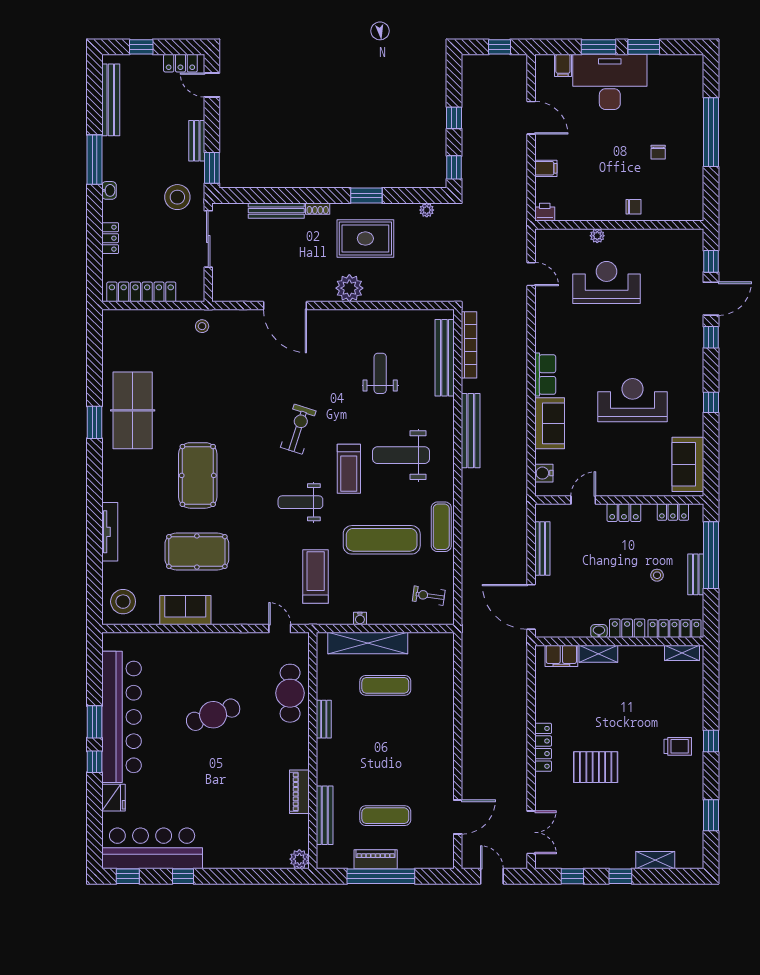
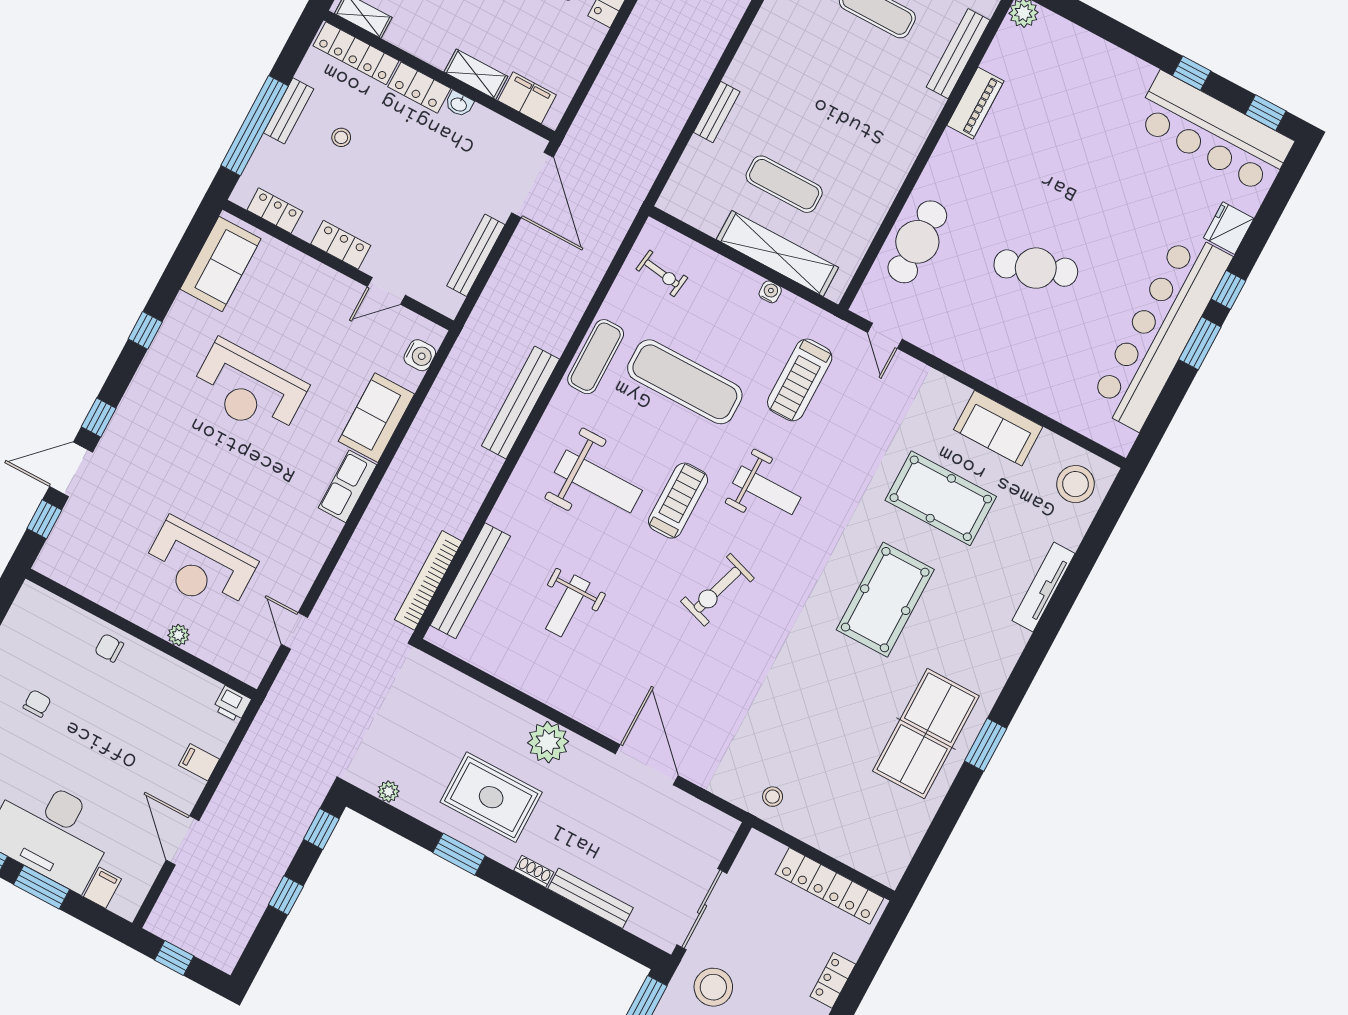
bench: (471, 431) -> (520, 402), moved
bench: (324, 719) -> (717, 112), moved

